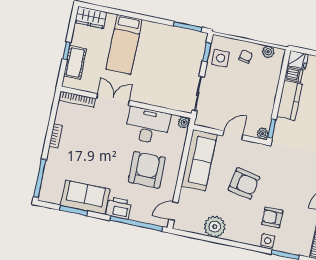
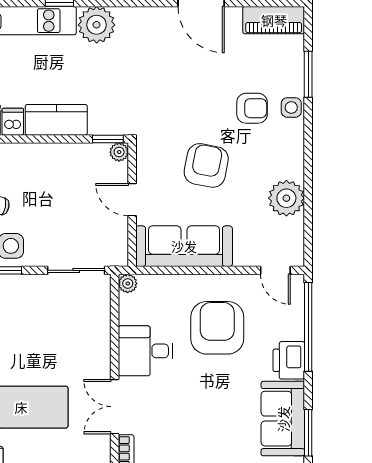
desk: (148, 126) -> (146, 351), width x0.73
armchair: (147, 170) -> (217, 328), turned 90
armchair: (272, 217) -> (252, 108), turned -90

